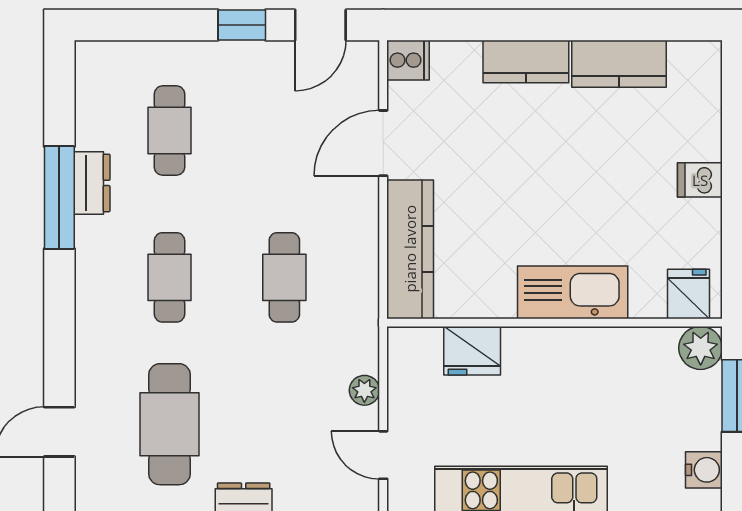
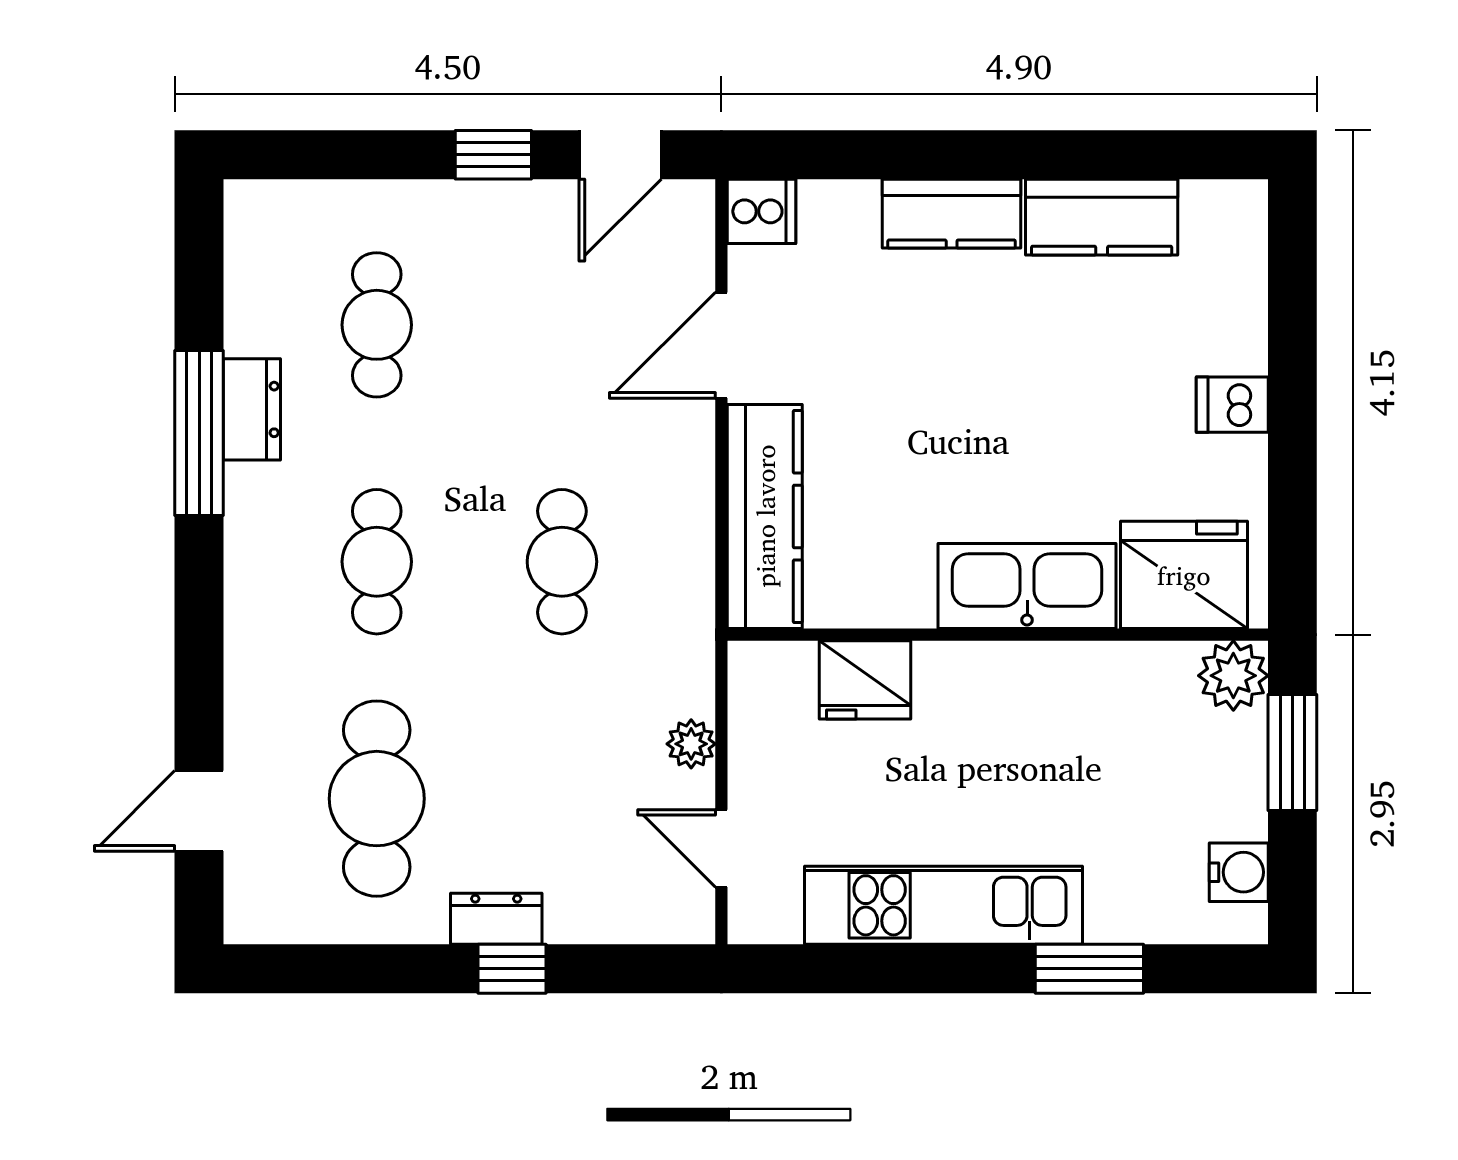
fridge: (688, 294) -> (1184, 575), width x1.88, depth x1.34

